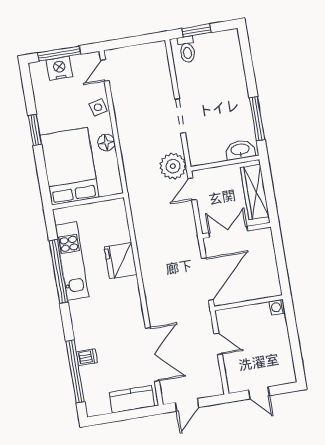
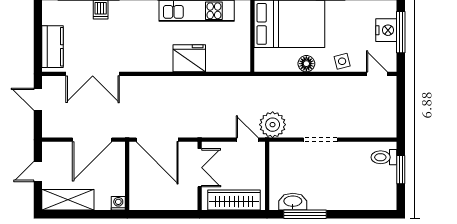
washbasin: (240, 150) -> (293, 202), moved, turned -90
door: (218, 344) -> (92, 140), width x1.88
shelving: (282, 358) -> (68, 200), added

